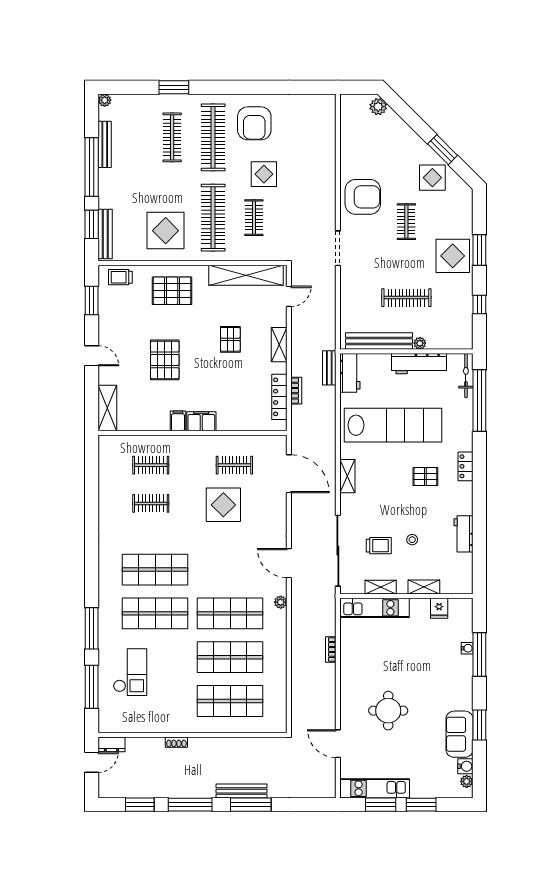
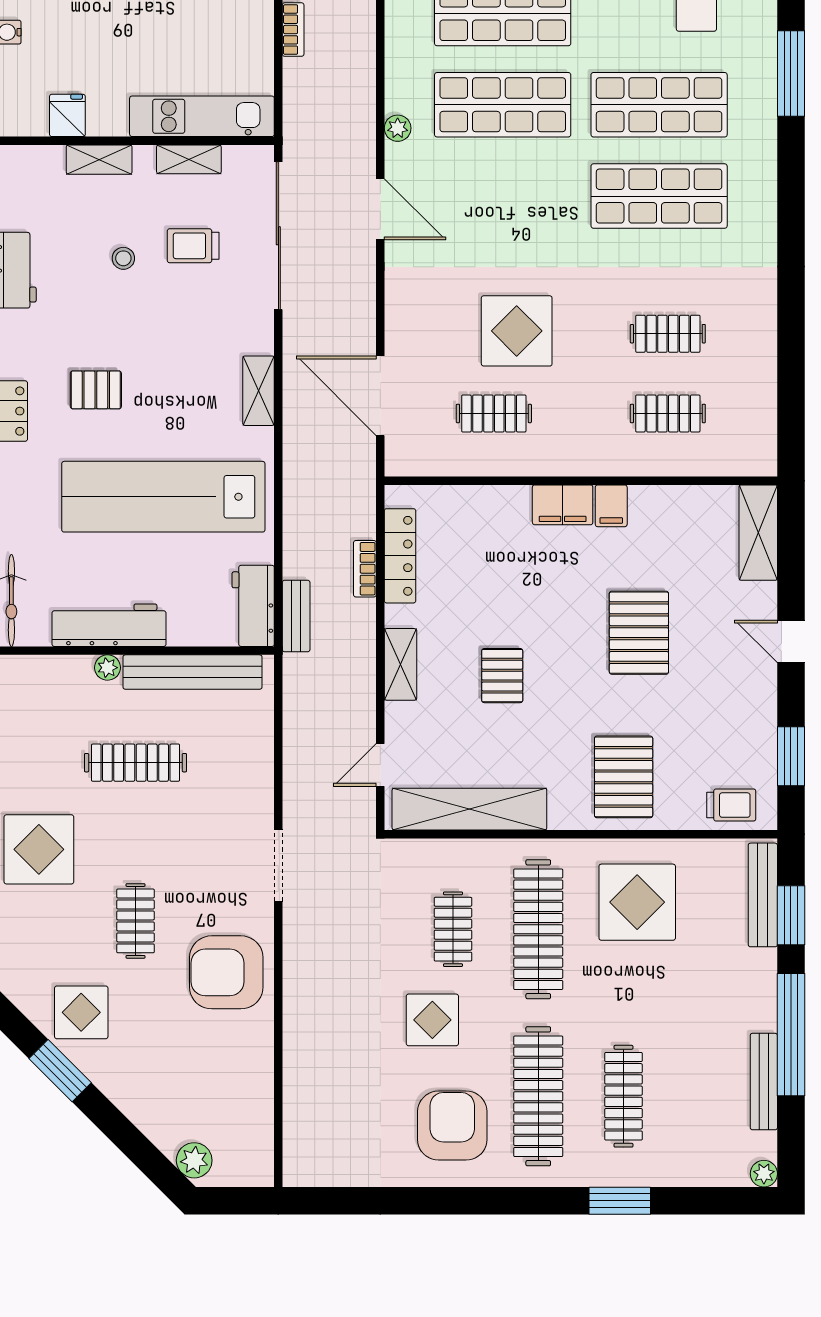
pallet: (172, 291) -> (624, 777), turned 90

